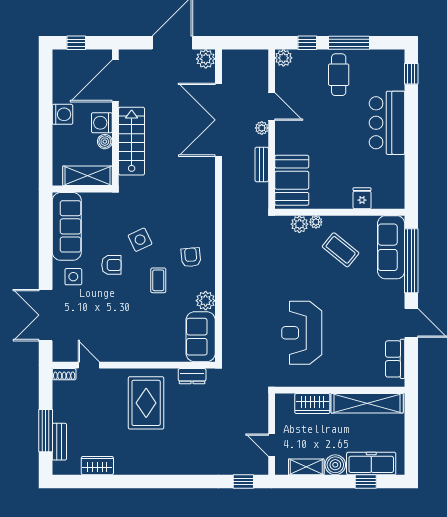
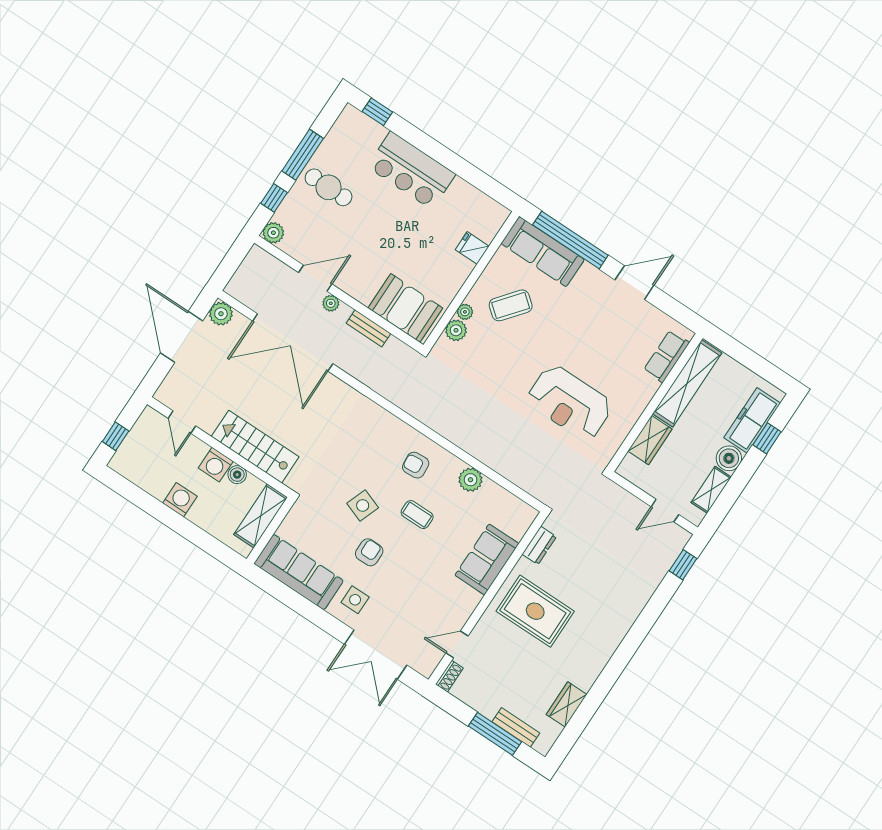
door: (115, 81) -> (182, 422), width x0.53
side table: (140, 240) -> (363, 505), turned 45
sofa: (201, 337) -> (487, 559), moved, turned 90
row of seats: (395, 359) -> (666, 356), moved, turned 90

